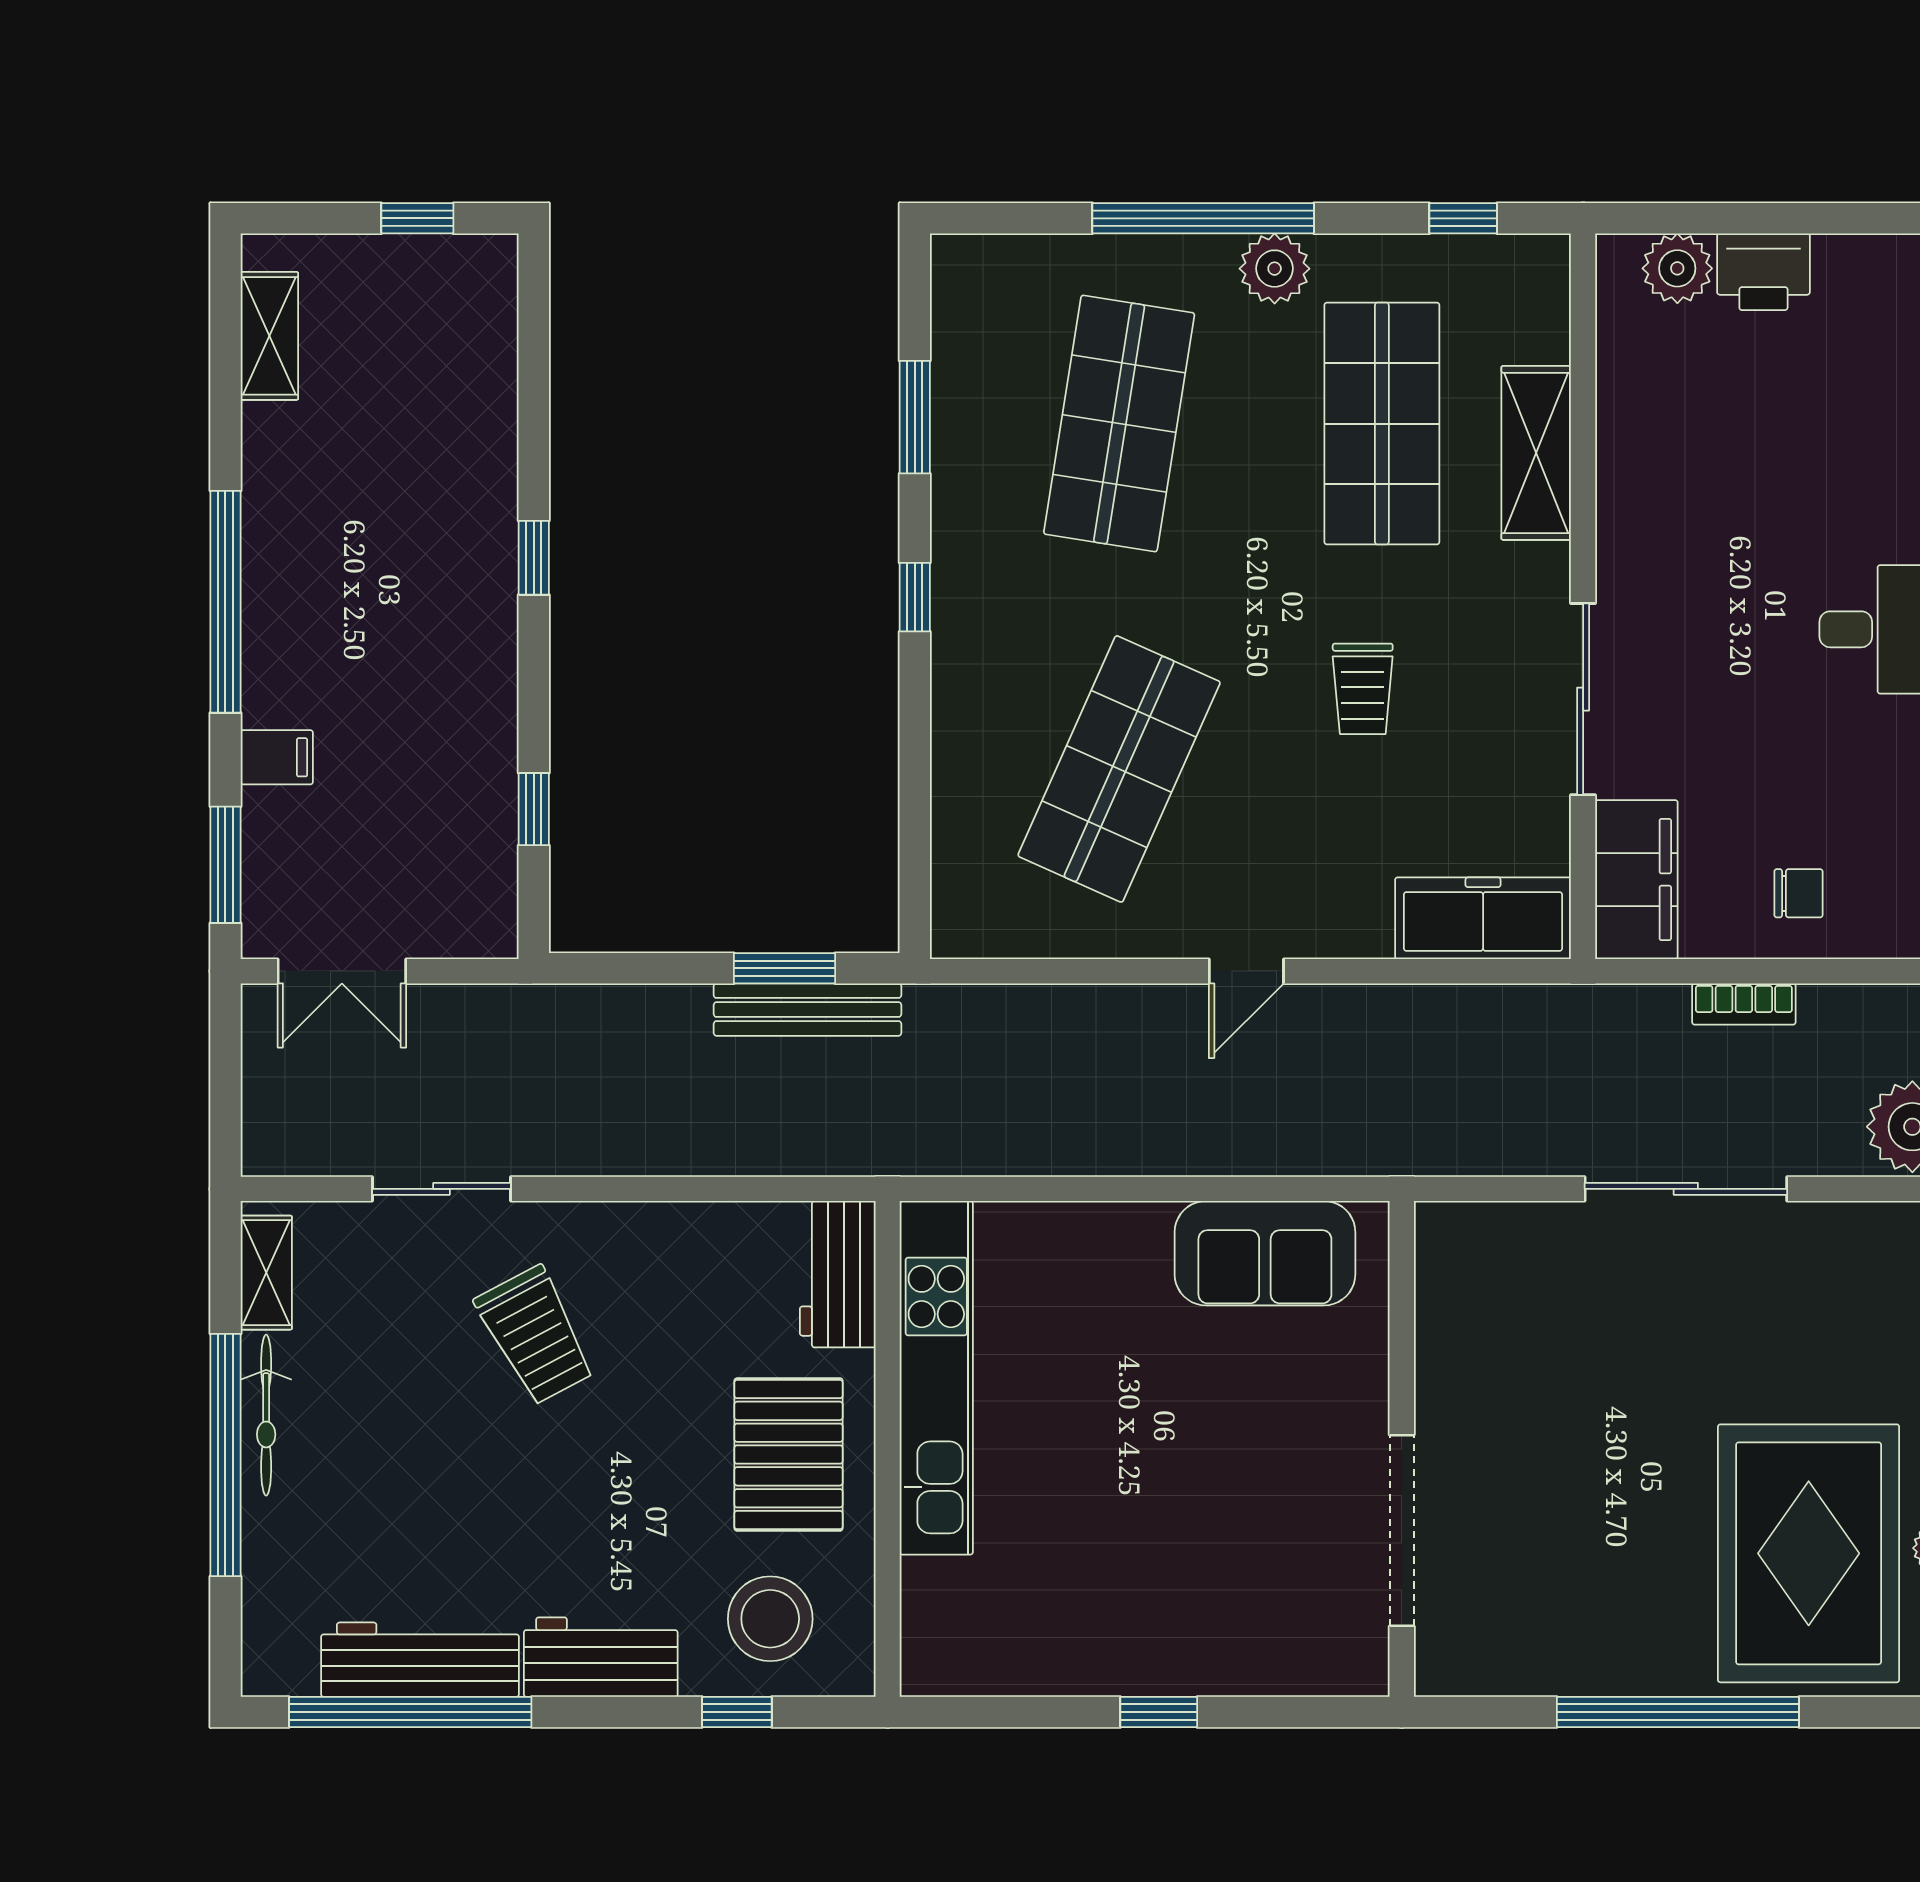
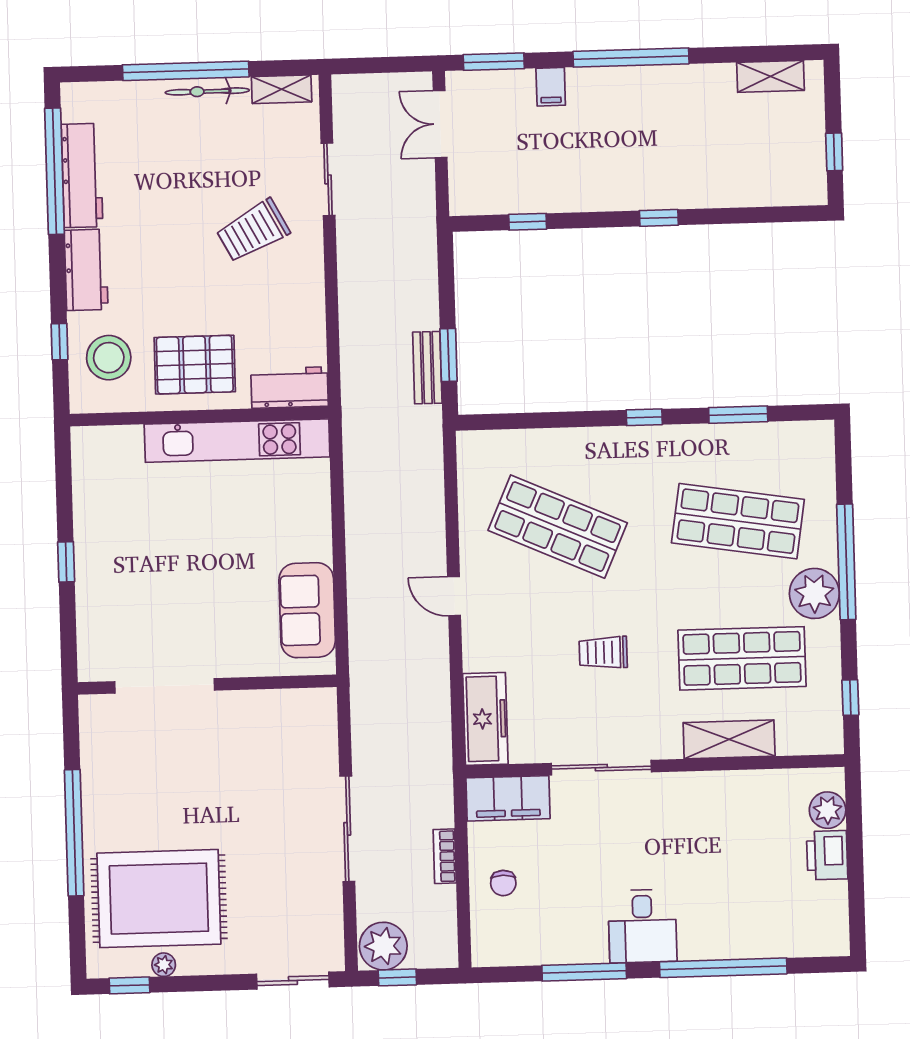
plant: (1275, 269) -> (814, 593), width x1.36, depth x1.36
bench: (808, 1010) -> (427, 368), width x0.73

